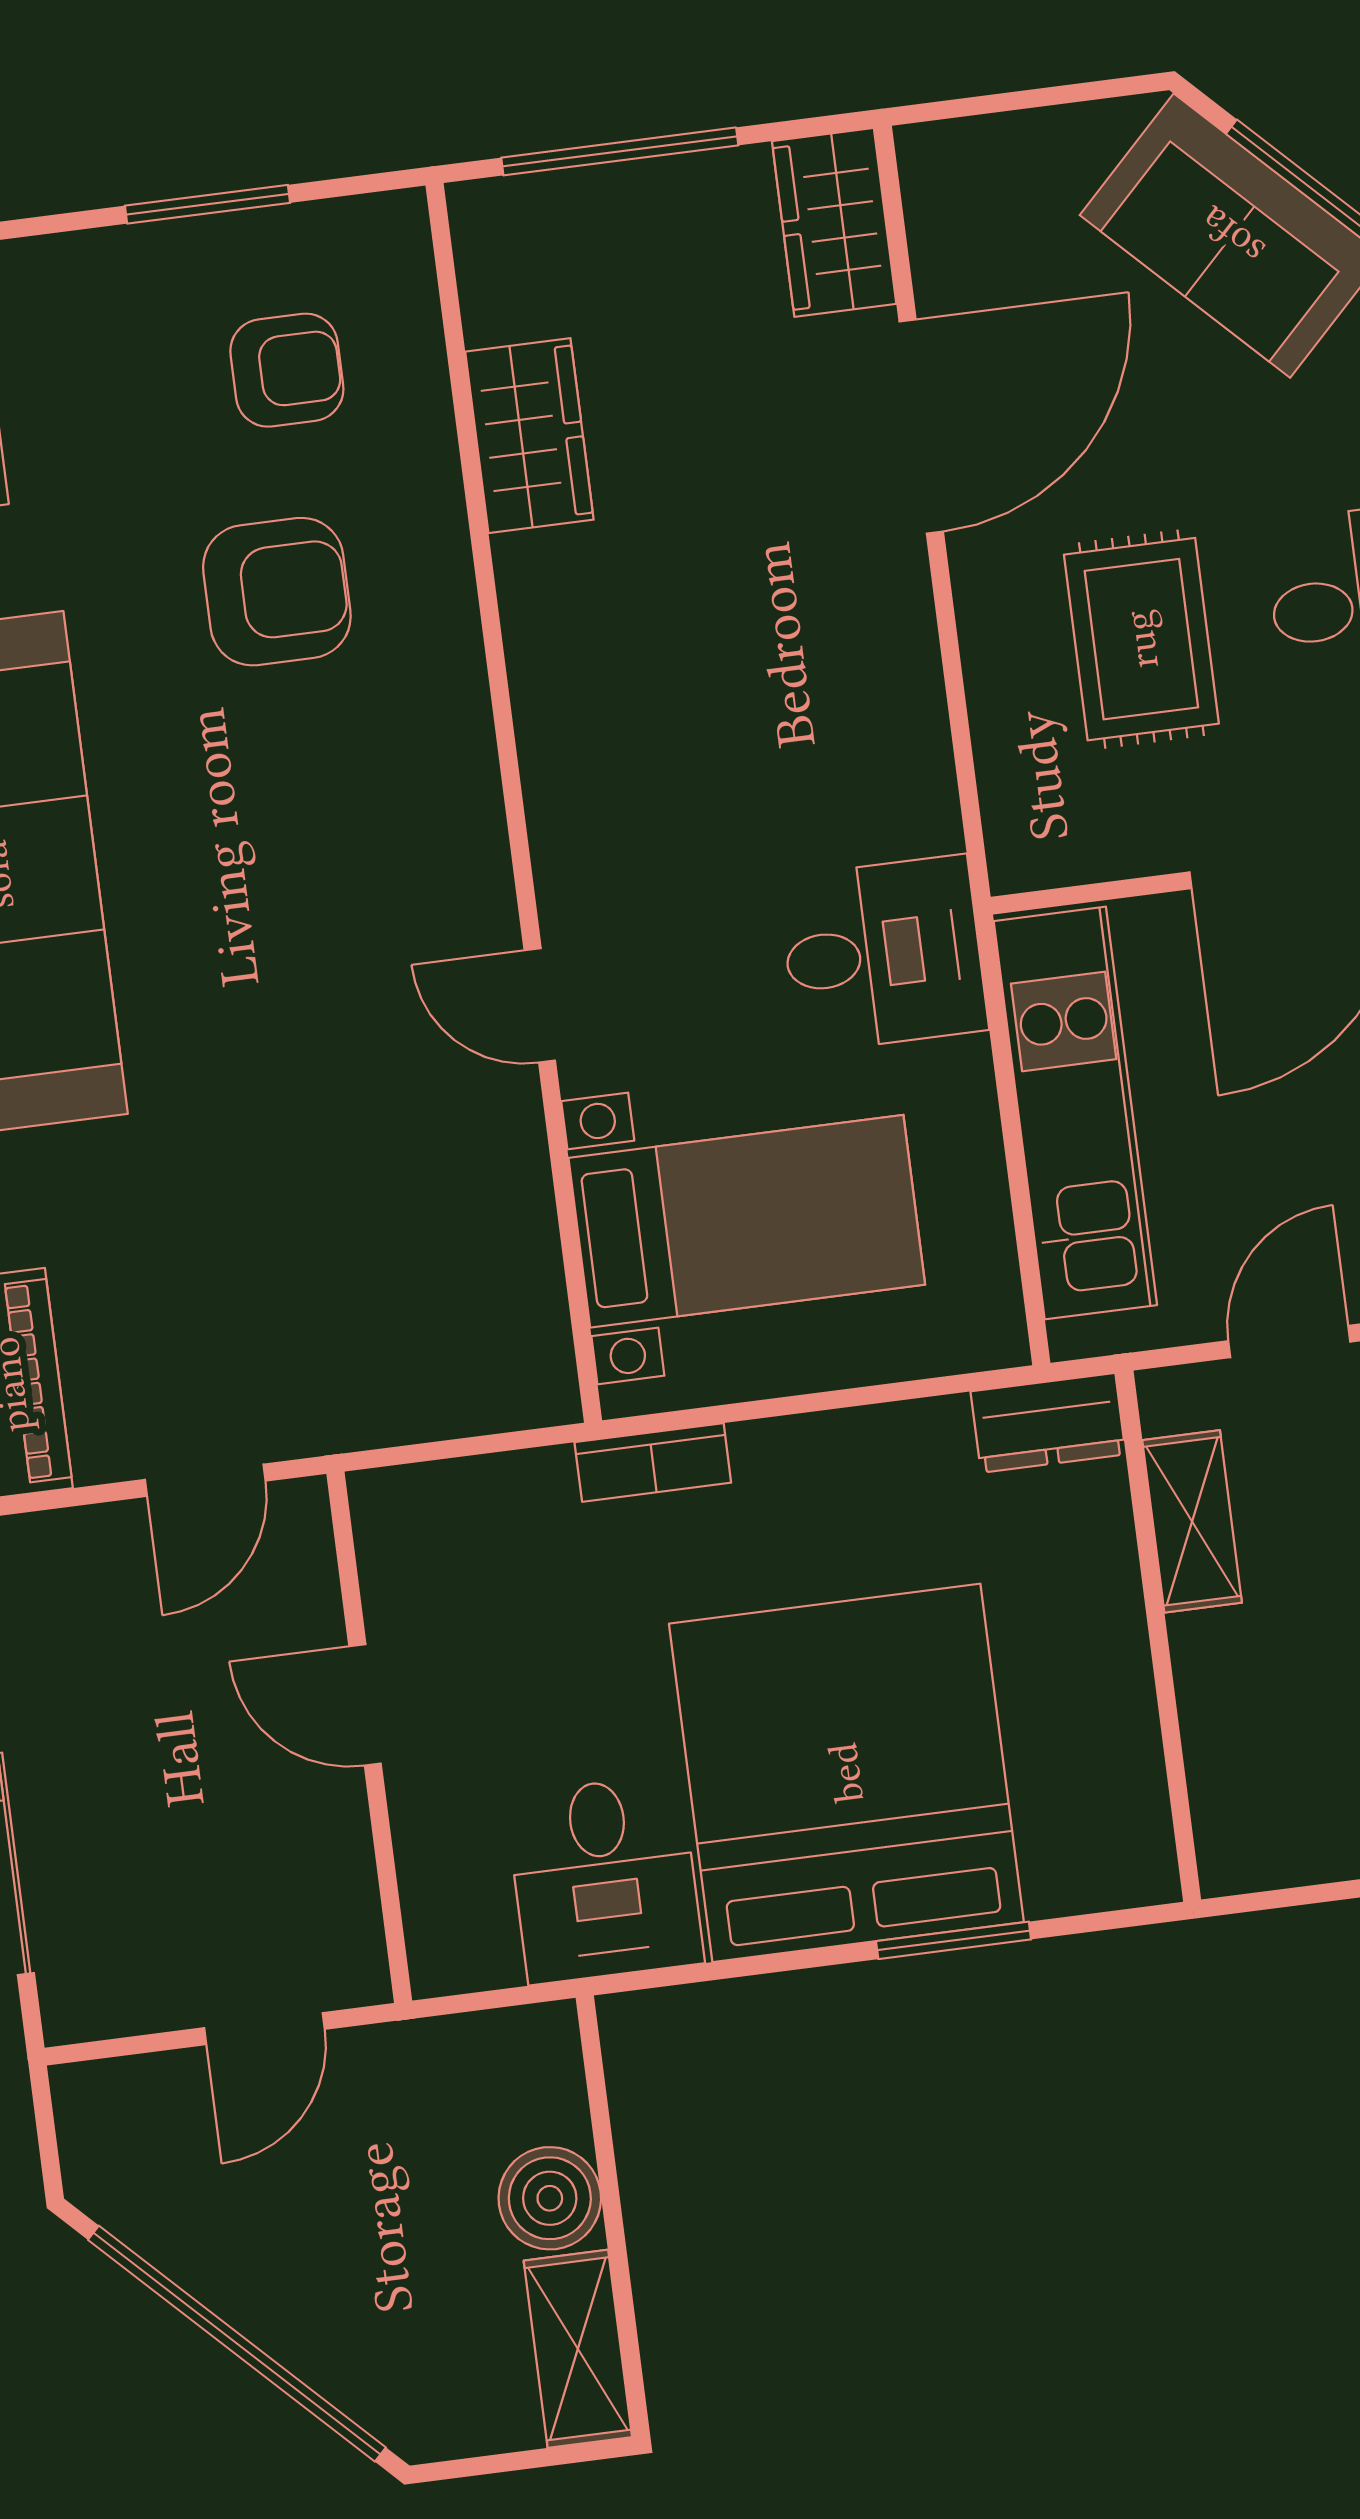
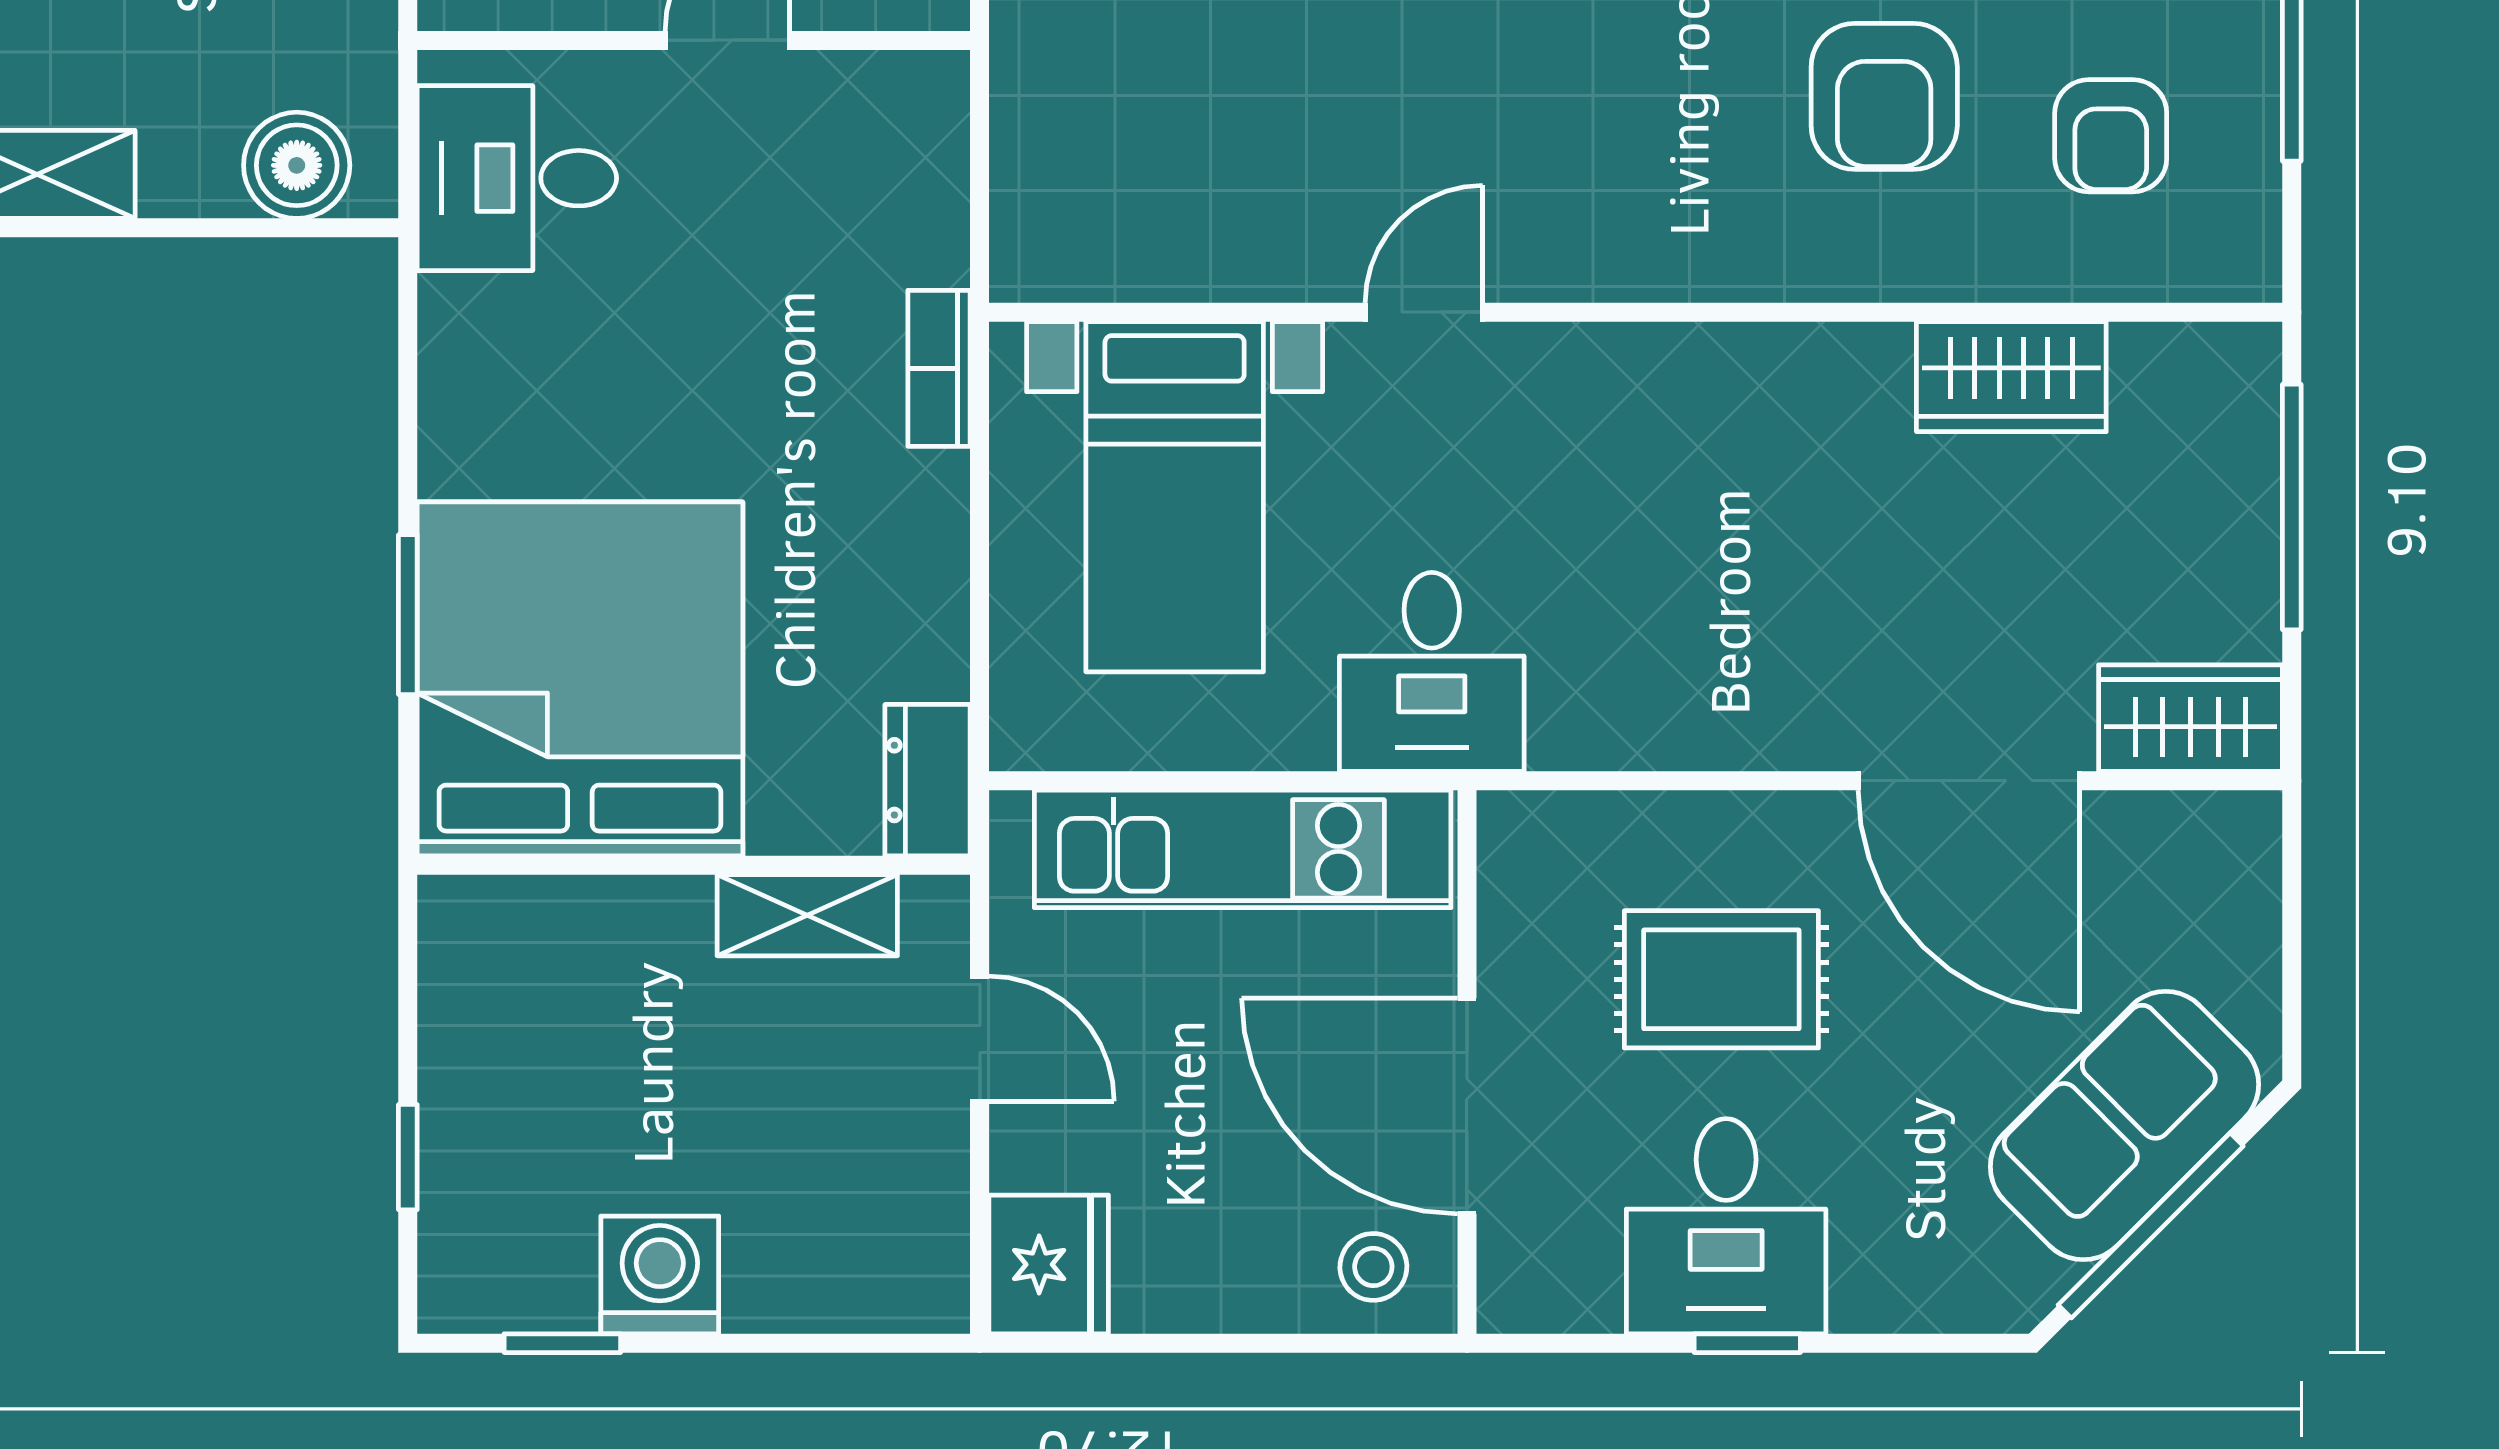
bed: (846, 1773) -> (580, 679), moved, turned -90
desk: (605, 1879) -> (517, 178), moved
boiler: (550, 2198) -> (297, 165), moved

